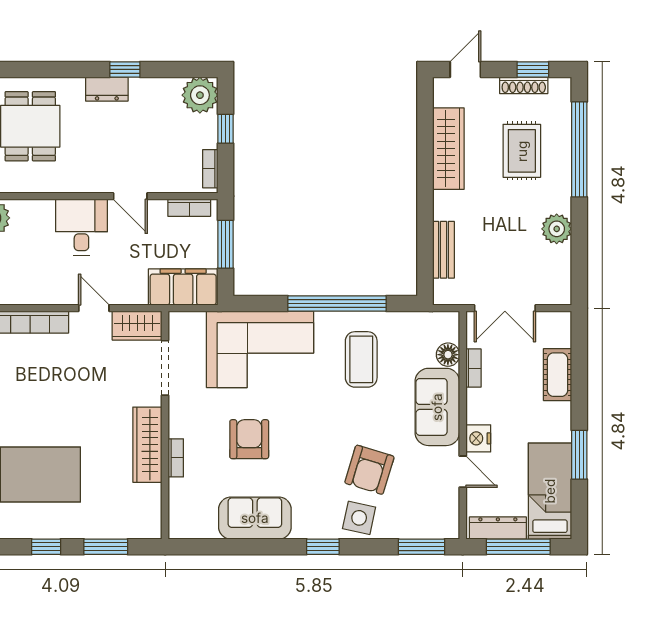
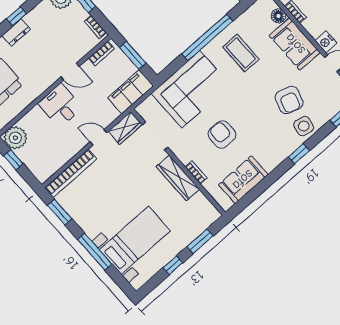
sofa: (255, 518) -> (243, 180), moved

